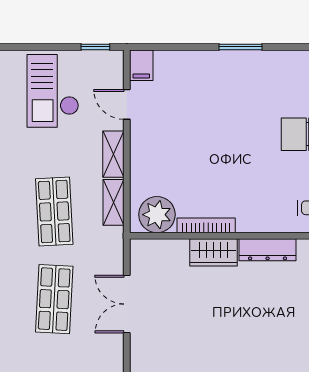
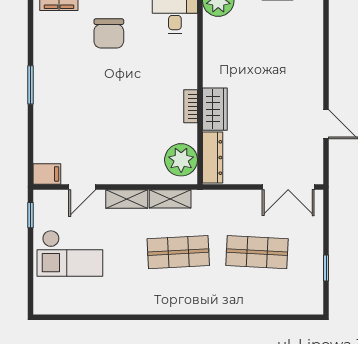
bookcase: (206, 225) -> (191, 106), width x0.64
dresser: (268, 250) -> (213, 158), moved
double door: (127, 304) -> (288, 187), moved

